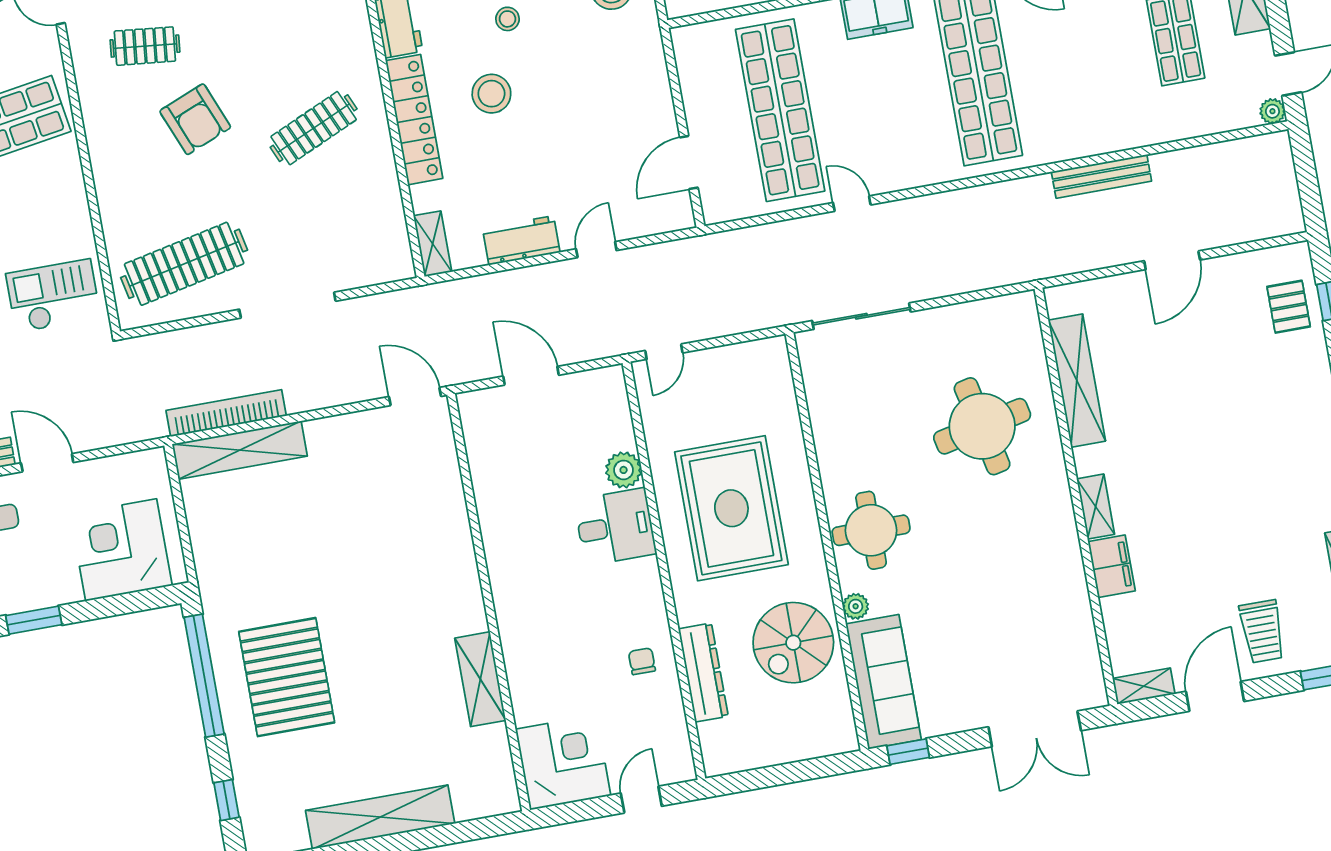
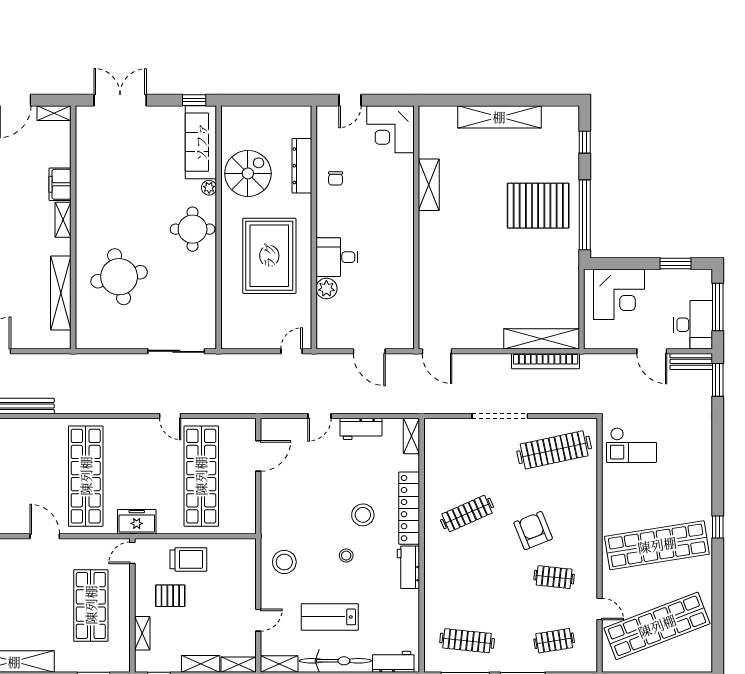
pallet: (287, 677) -> (538, 206), turned 90

